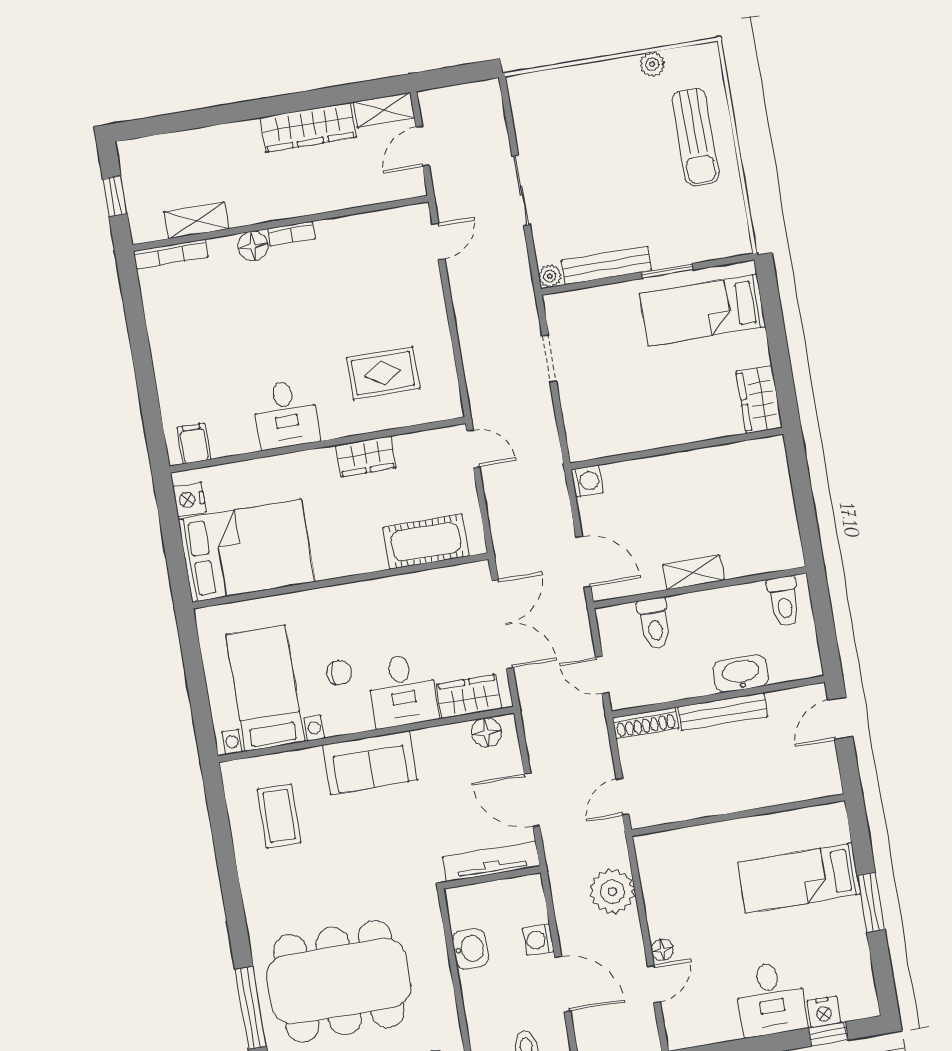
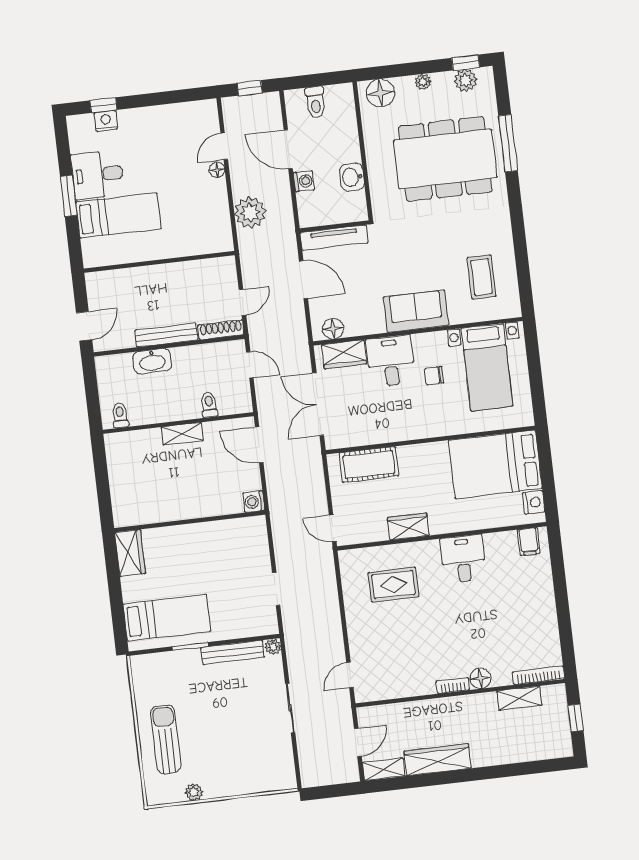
toilet: (784, 601) -> (120, 415), width x0.73, depth x0.72
toilet: (654, 623) -> (209, 405), width x0.73, depth x0.72
door: (623, 797) -> (242, 302), moved
desk: (771, 999) -> (98, 175), moved, turned -90

